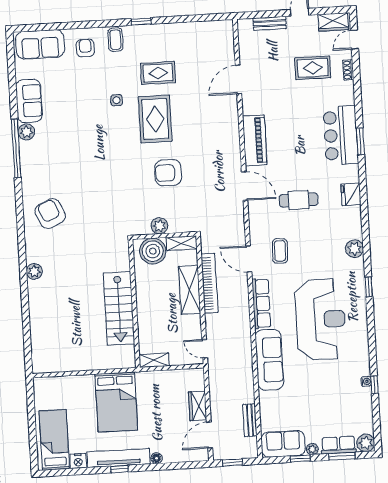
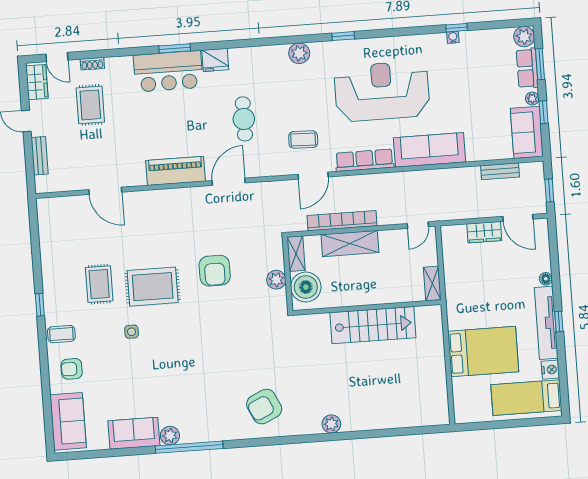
fridge: (351, 194) -> (215, 60), moved
bed: (116, 402) -> (483, 352), moved

